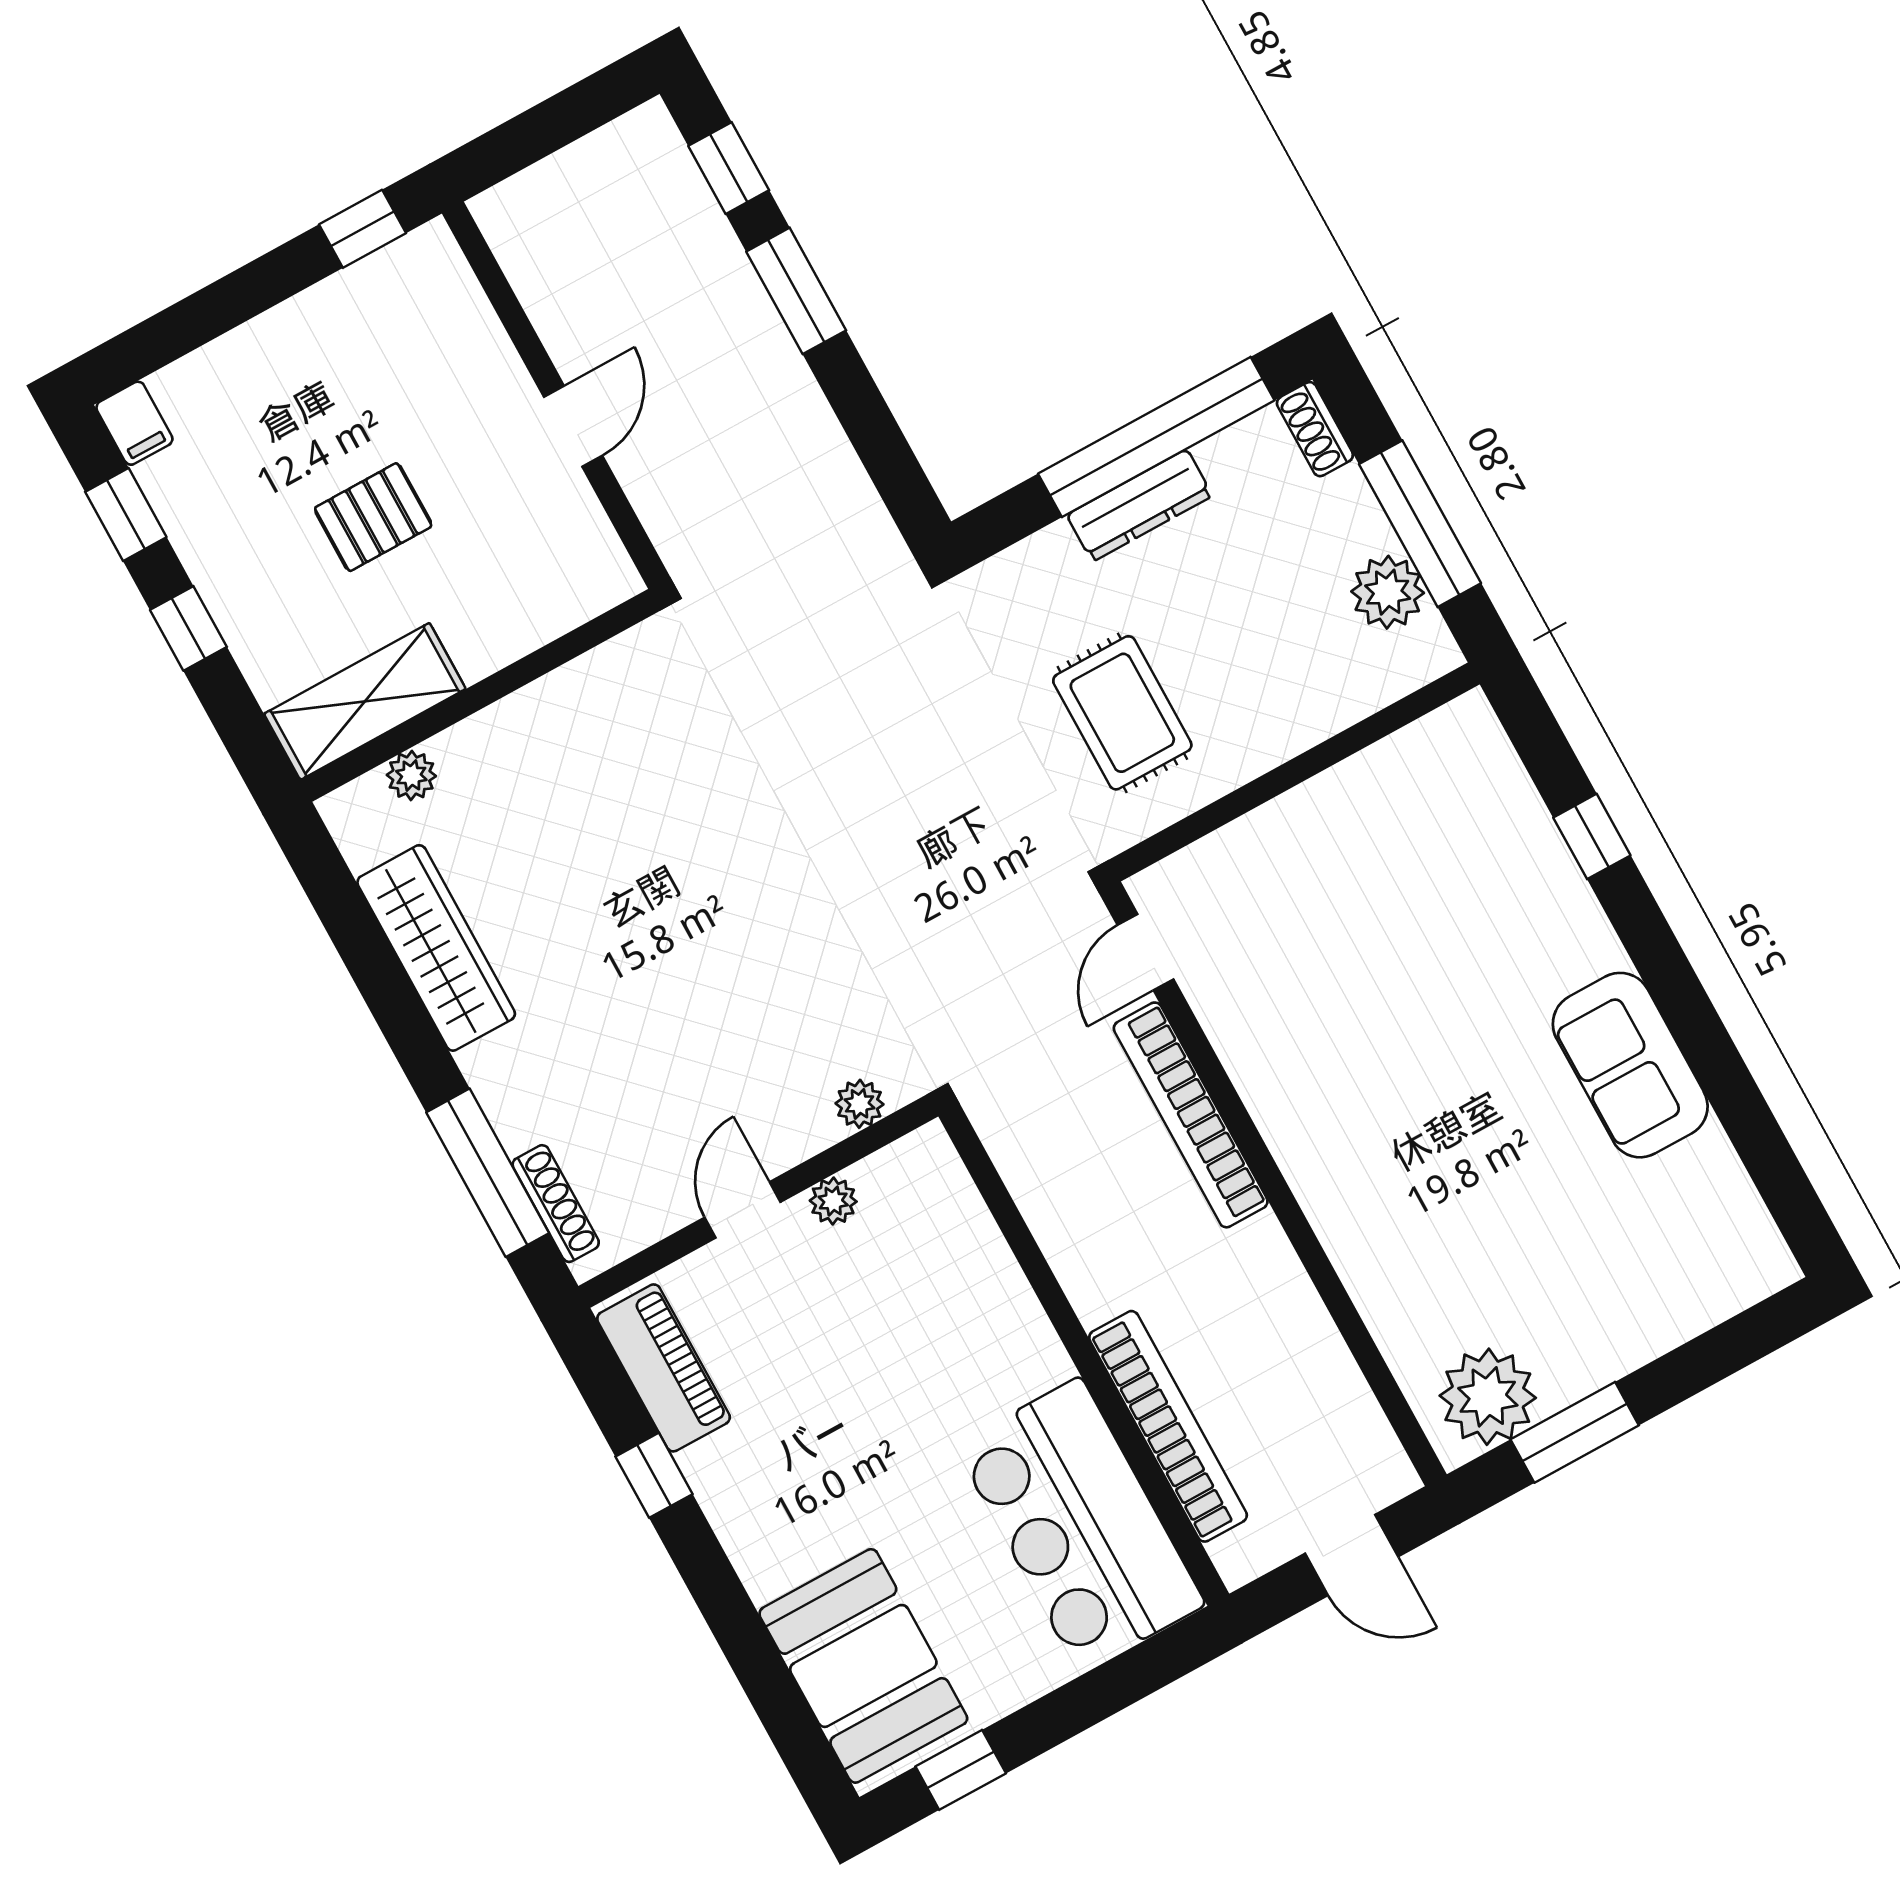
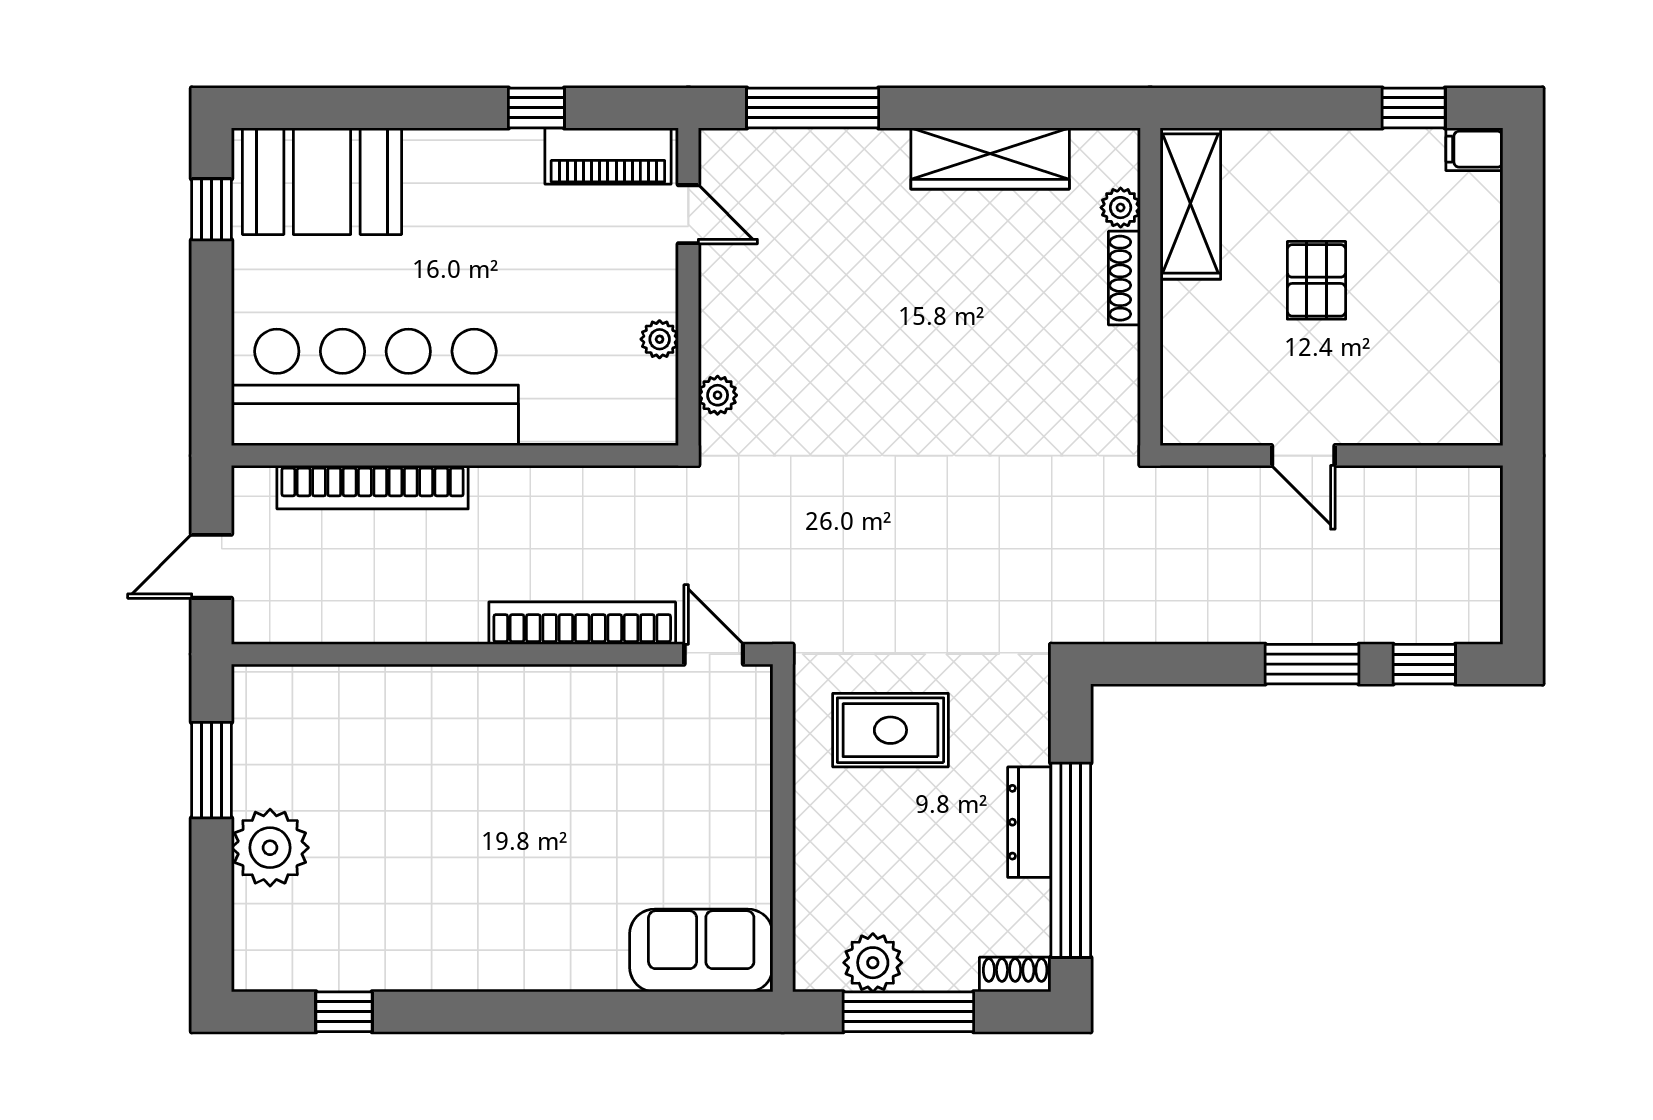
window: (363, 229) -> (1523, 384), removed
window: (188, 628) -> (1310, 108), removed
window: (1592, 836) -> (344, 1012), moved
sofa: (1630, 1065) -> (701, 950), moved
shoe rack: (556, 1204) -> (1124, 278), moved, turned 90
door: (743, 1210) -> (688, 214), moved
plant: (1488, 1397) -> (270, 848), moved
bar counter: (1080, 1525) -> (375, 387), width x1.36

